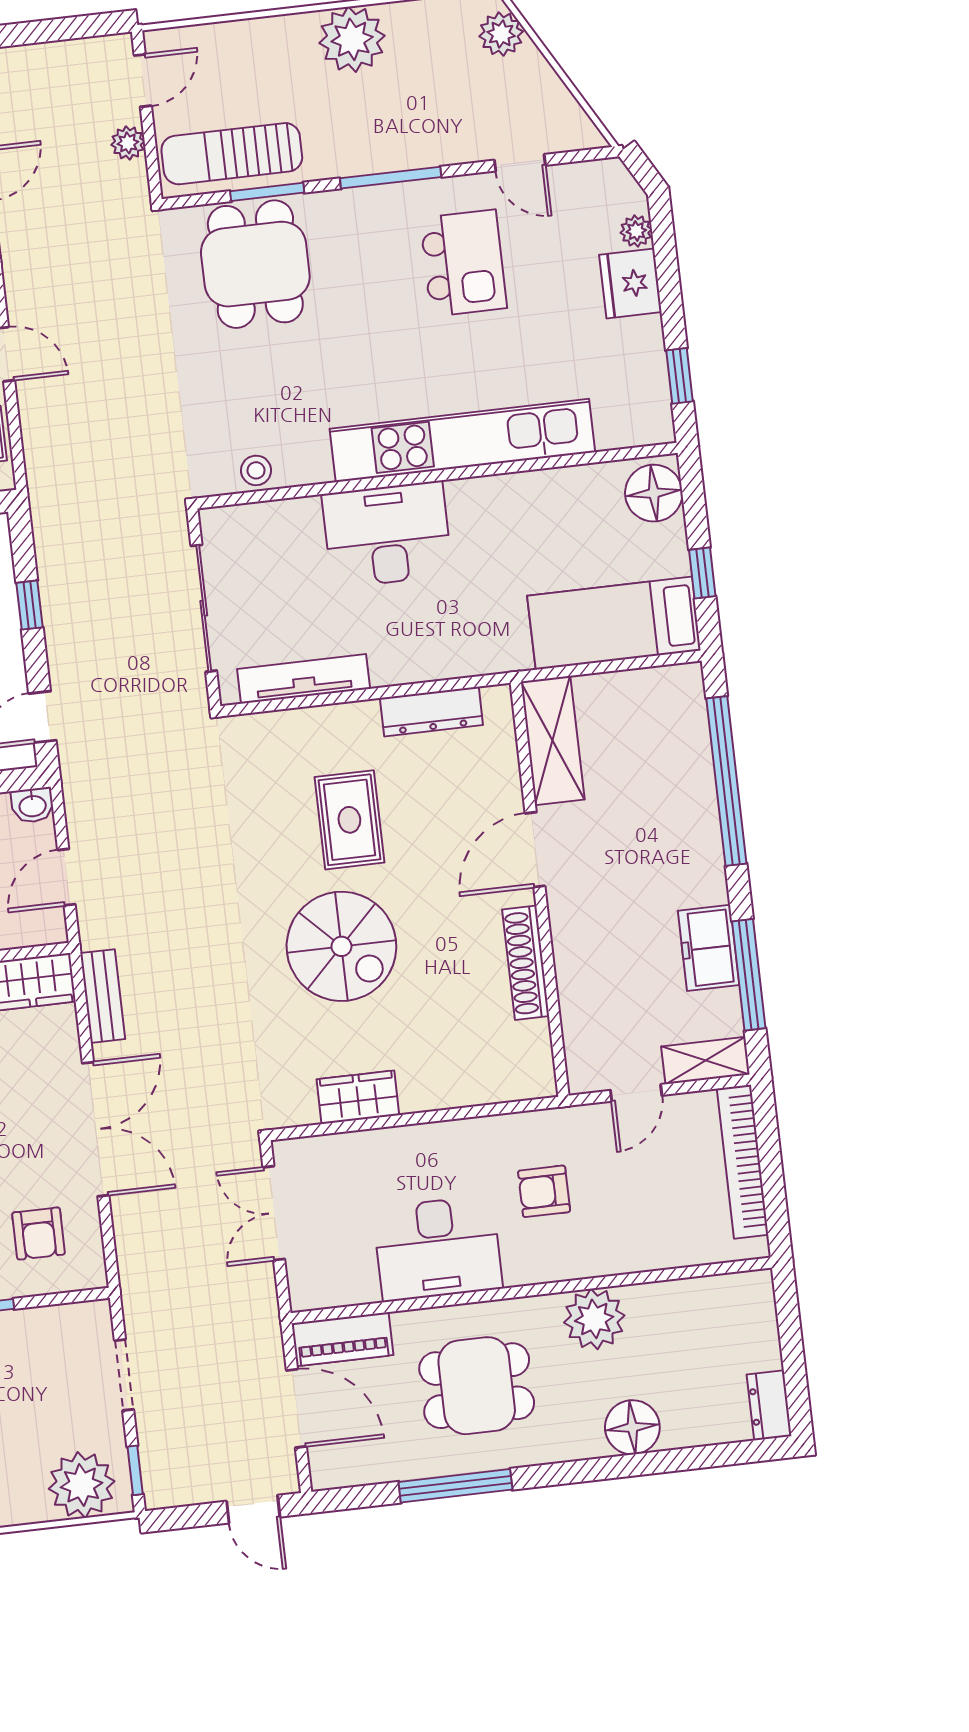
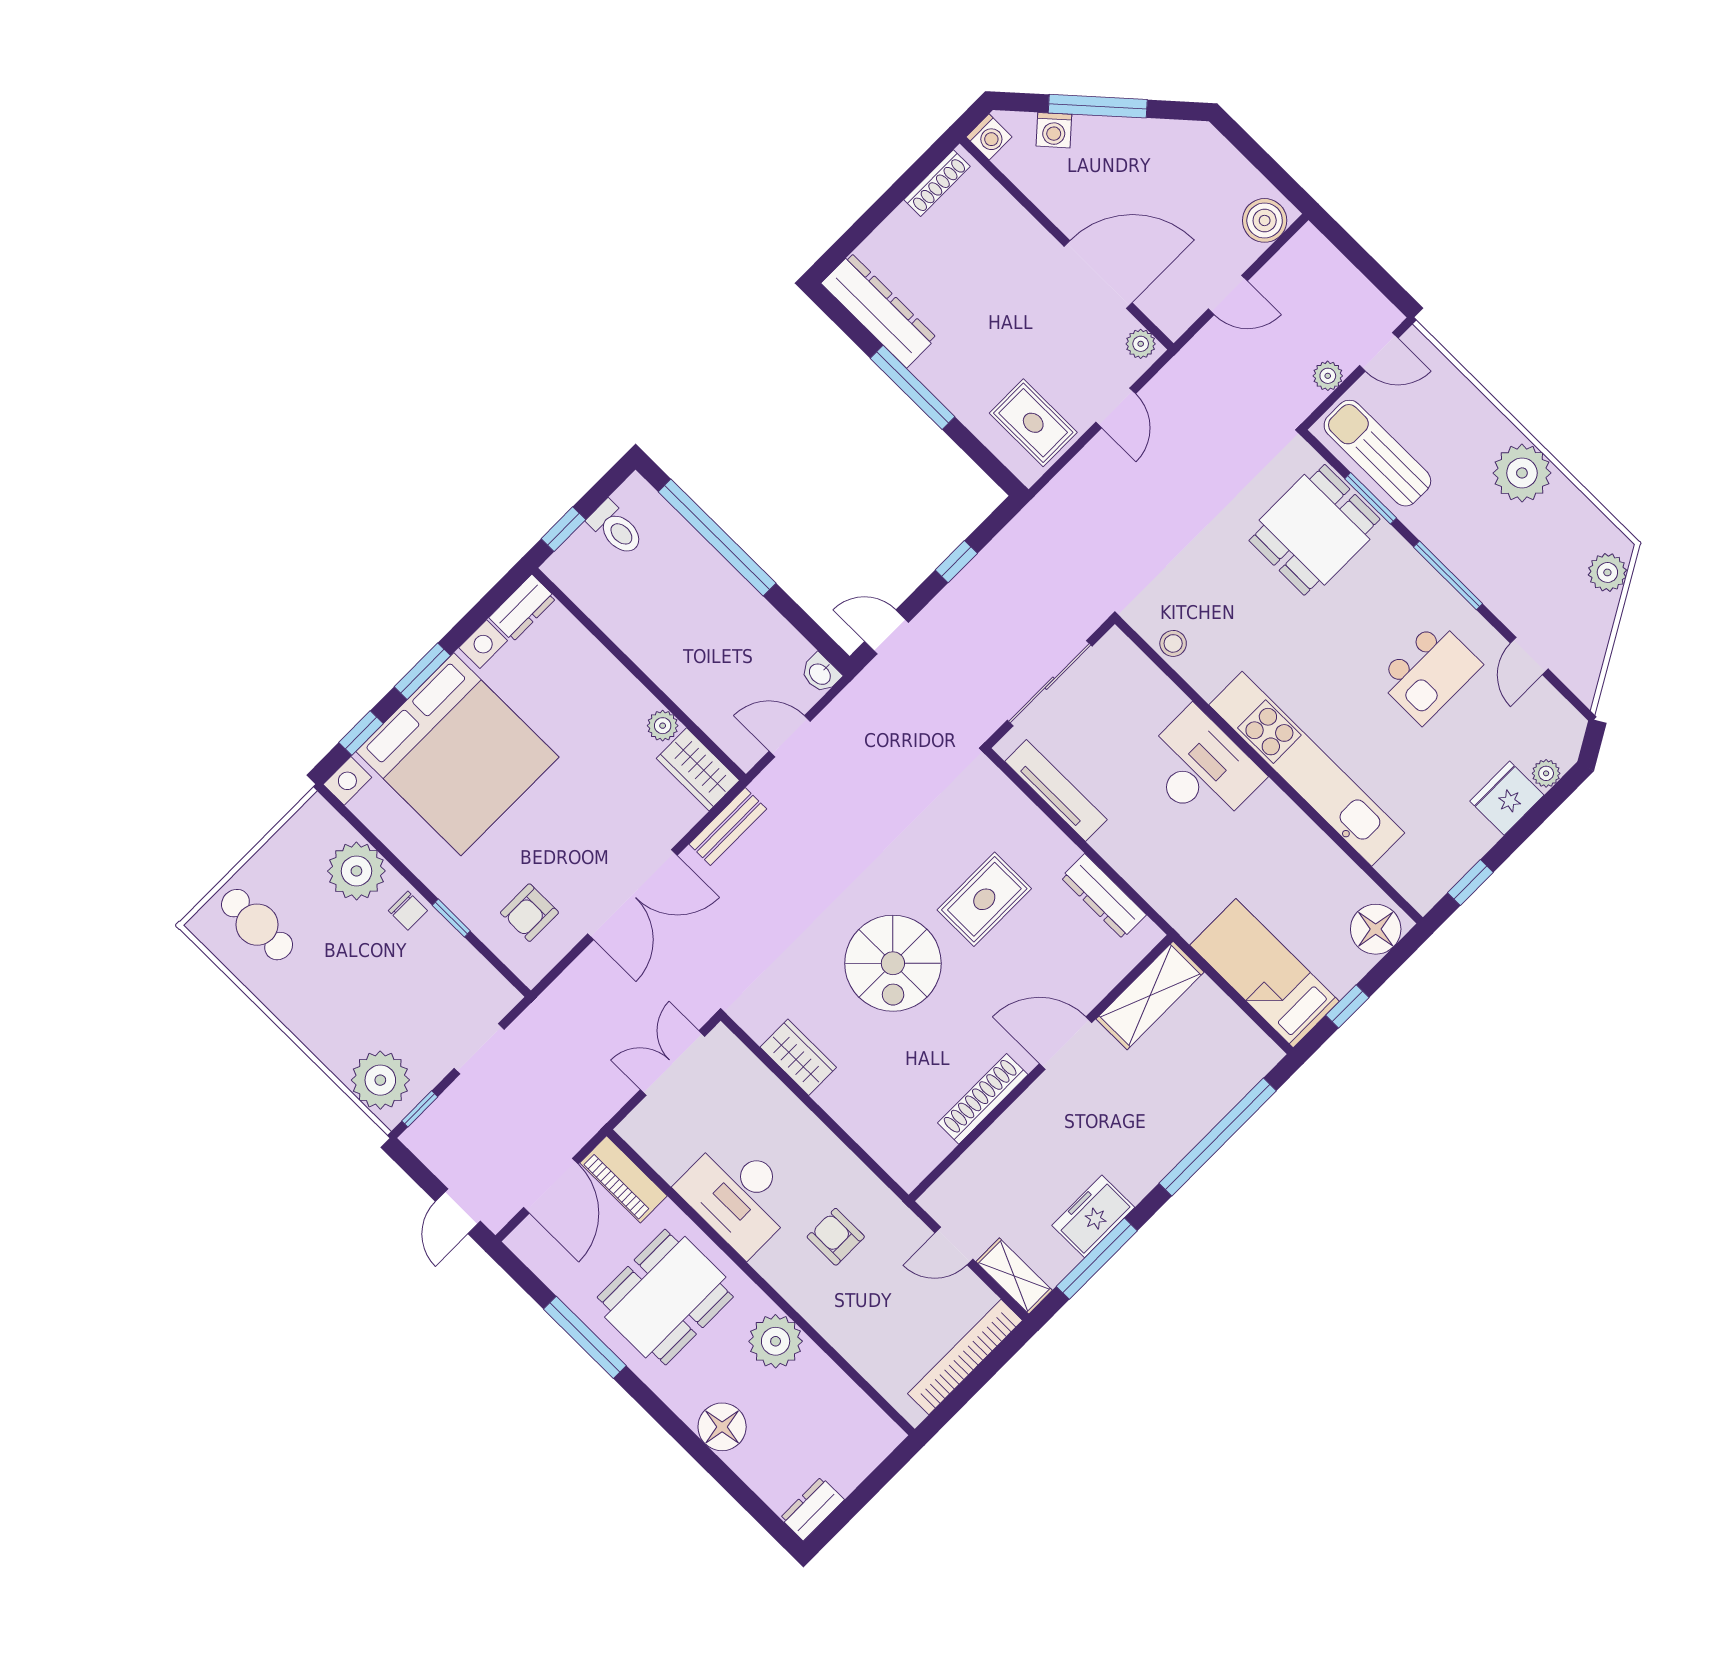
dining table: (477, 1386) -> (665, 1297), width x1.38

